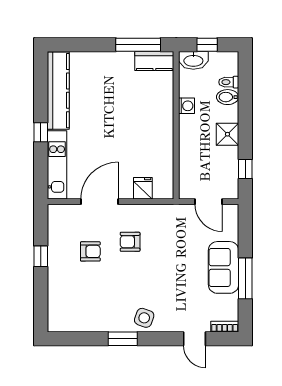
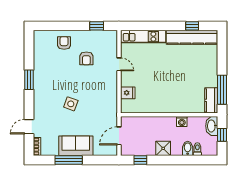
window: (41, 132) -> (192, 26), moved
door: (99, 202) -> (119, 64), width x0.53
armchair: (130, 242) -> (64, 43), moved
window: (41, 256) -> (97, 26), moved
side table: (144, 318) -> (71, 104), moved

